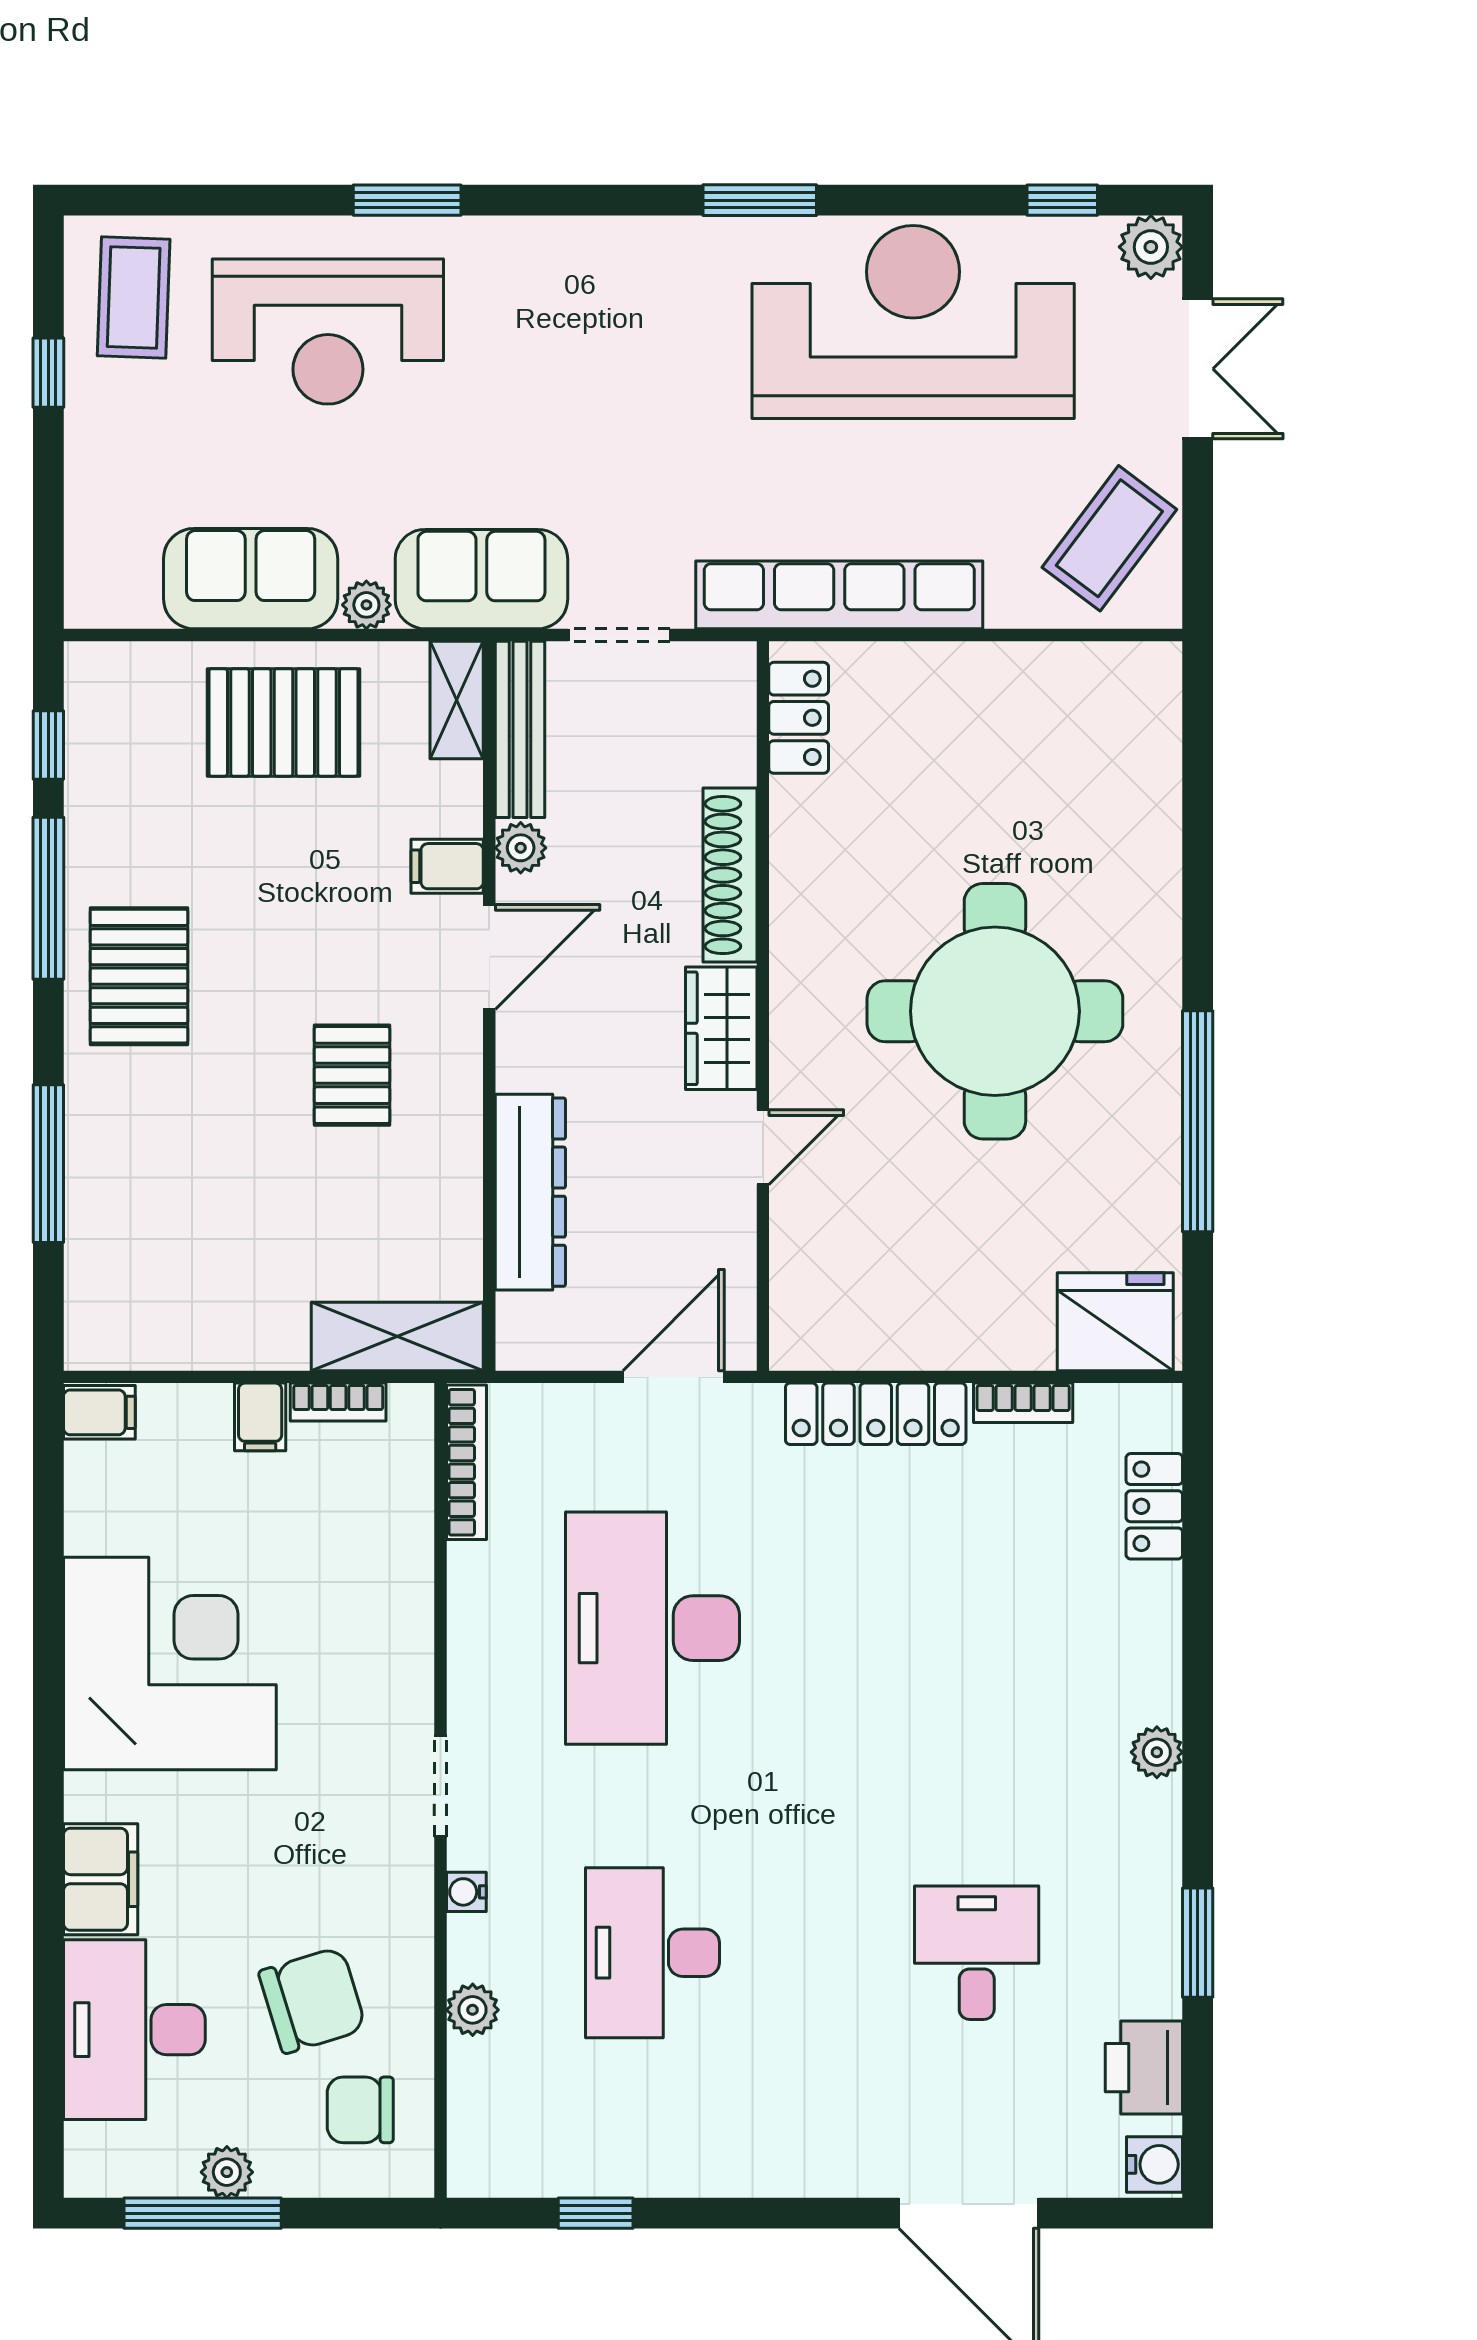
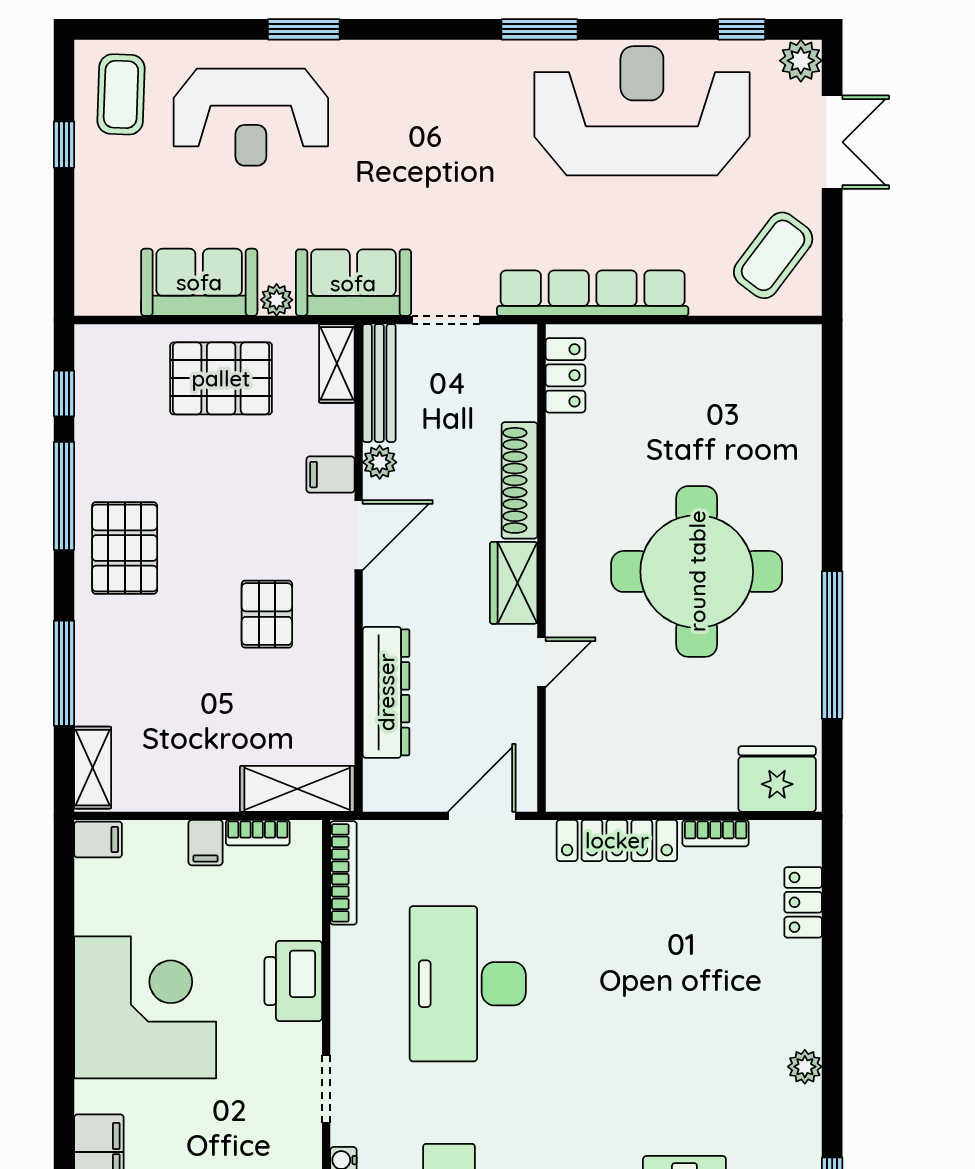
shelving: (91, 1305) -> (93, 768), added
printer: (391, 1624) -> (293, 981), added

